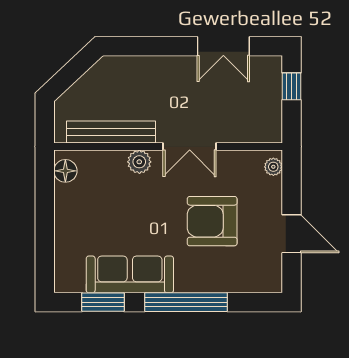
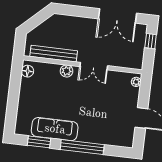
double door: (223, 46) -> (118, 16), width x1.37
armchair: (212, 221) -> (101, 106), removed

